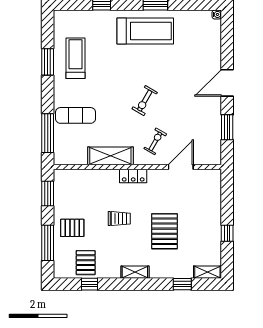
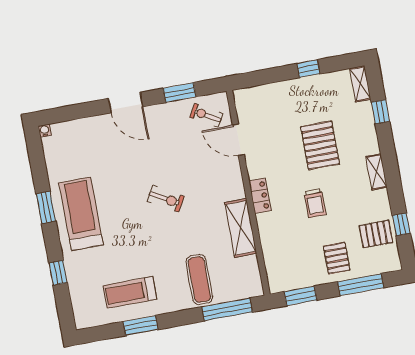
exercise bike: (155, 141) -> (206, 115), moved
trolley: (119, 219) -> (315, 203), turned 180
pallet: (164, 231) -> (320, 145), turned 90

